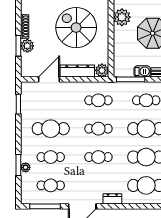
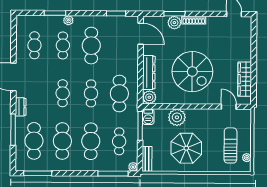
plant: (122, 17) -> (177, 117), moved
spiral stairs: (76, 28) -> (192, 72), turned 90
barbecue: (142, 71) -> (148, 117), moved
door: (49, 79) -> (141, 34), moved
cafe table: (98, 100) -> (119, 94), width x1.37, depth x1.35
plant: (26, 167) -> (68, 20), moved
window: (45, 206) -> (13, 130), moved

